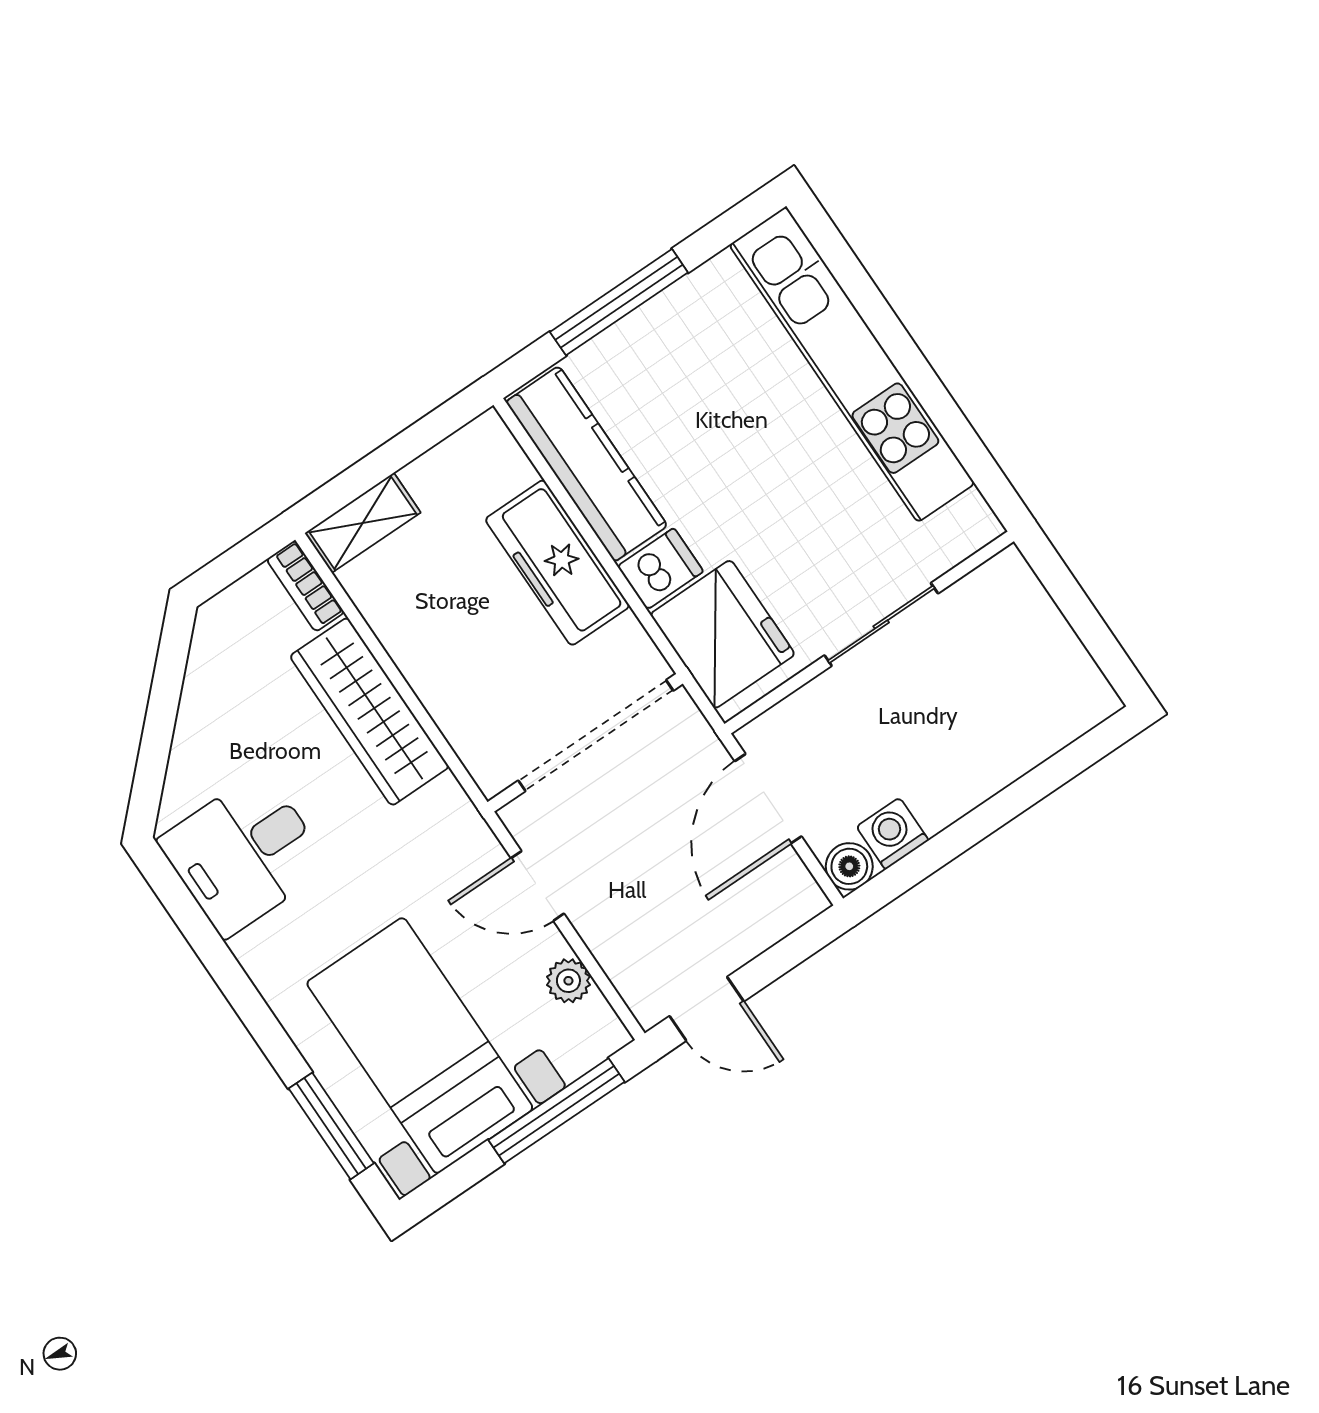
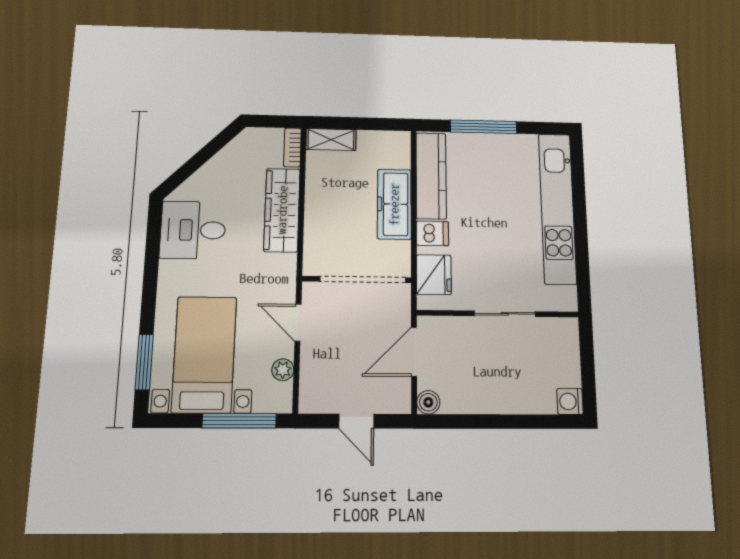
fridge: (723, 634) -> (434, 275), width x0.73, depth x0.75
washing machine: (892, 833) -> (570, 401), moved, turned -90
door: (707, 1009) -> (356, 421), moved

